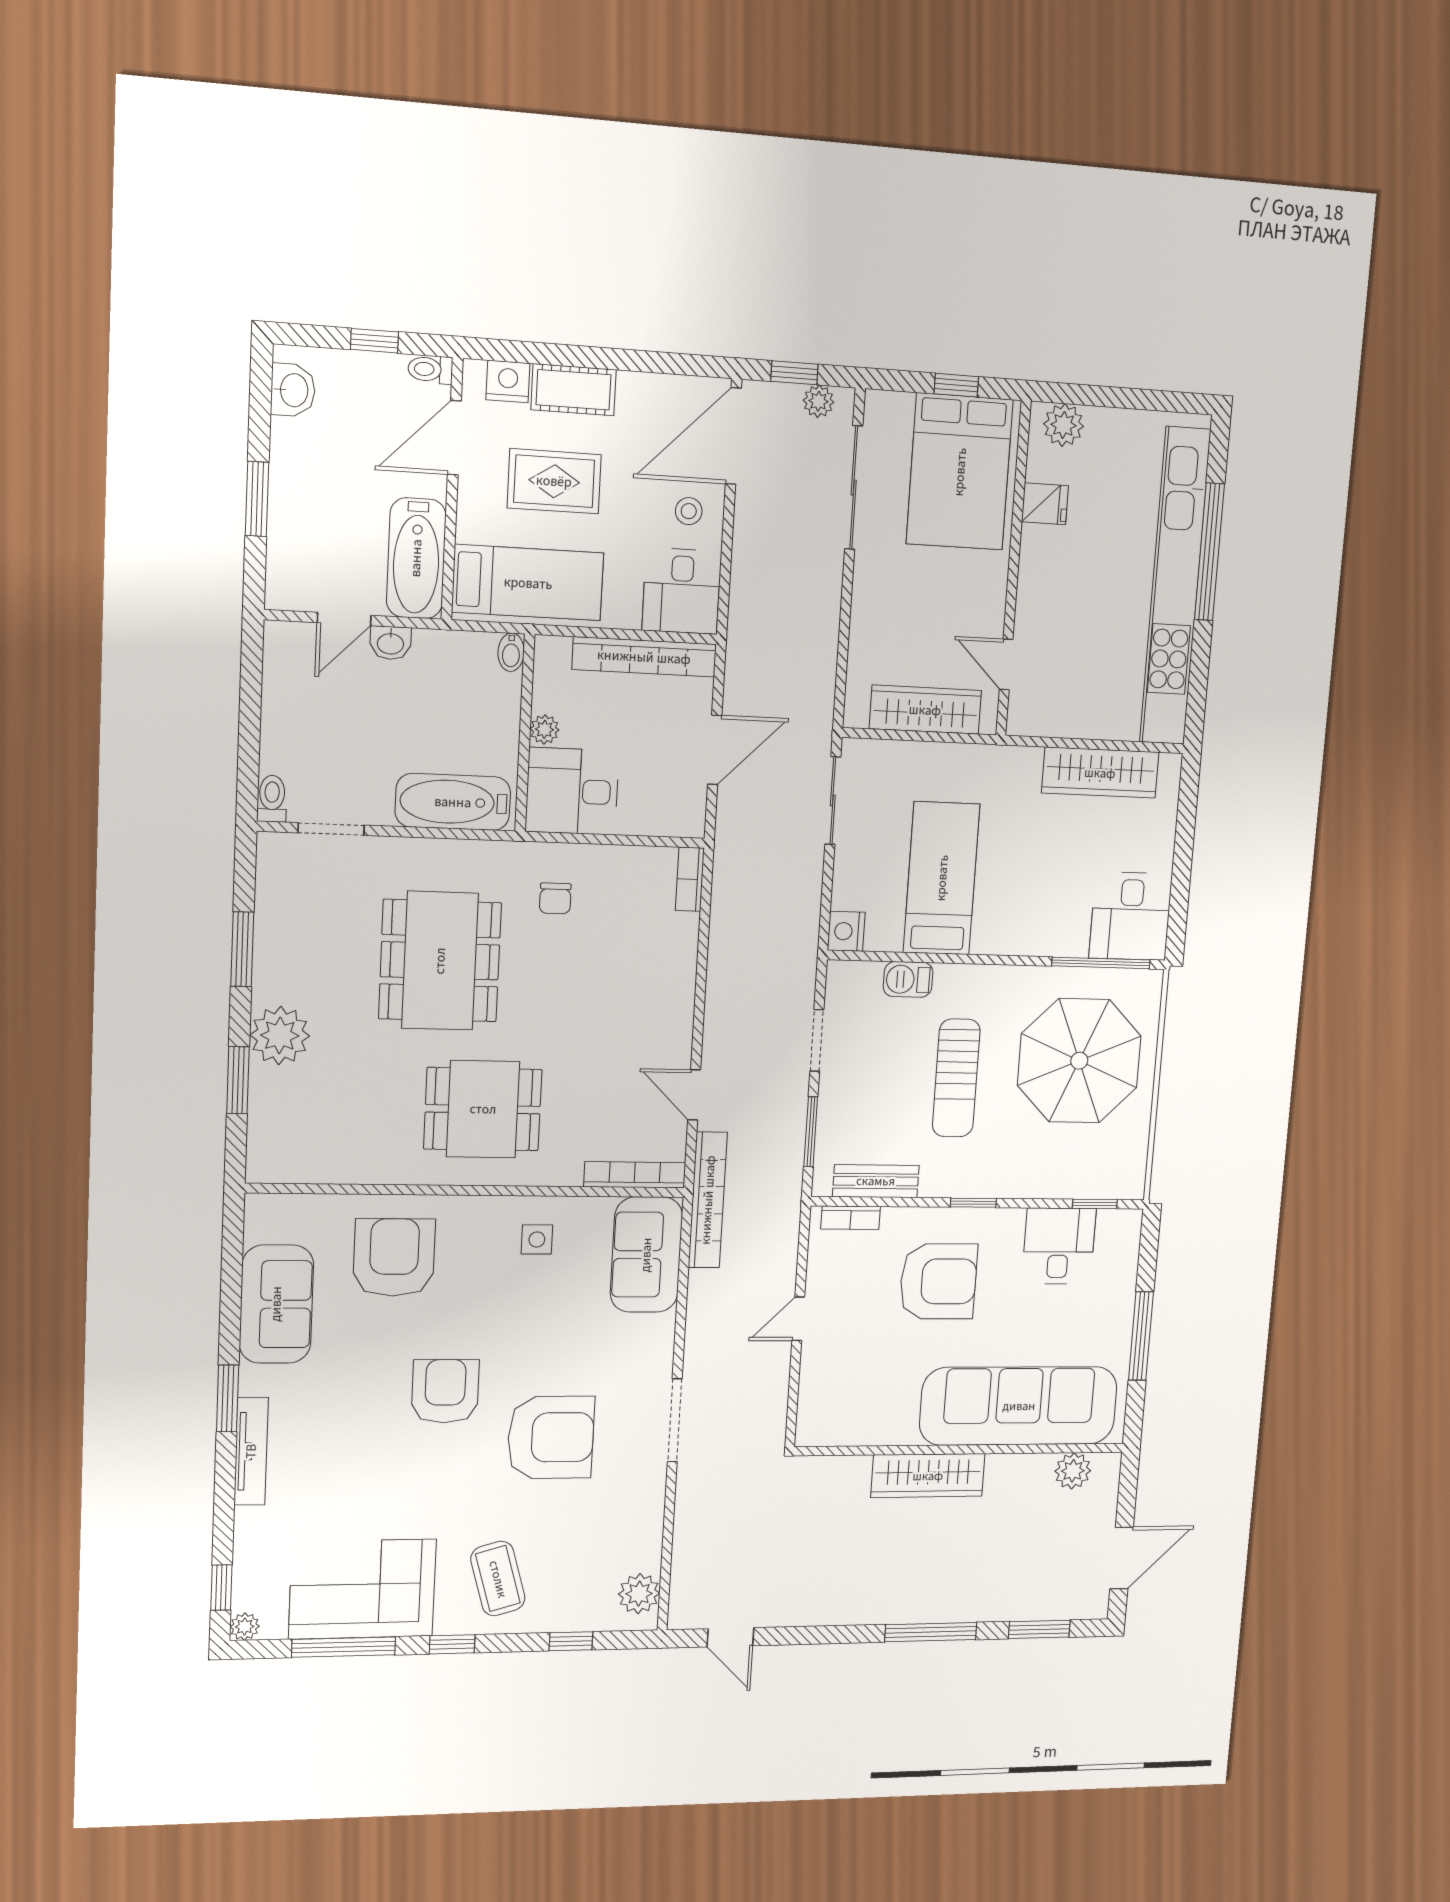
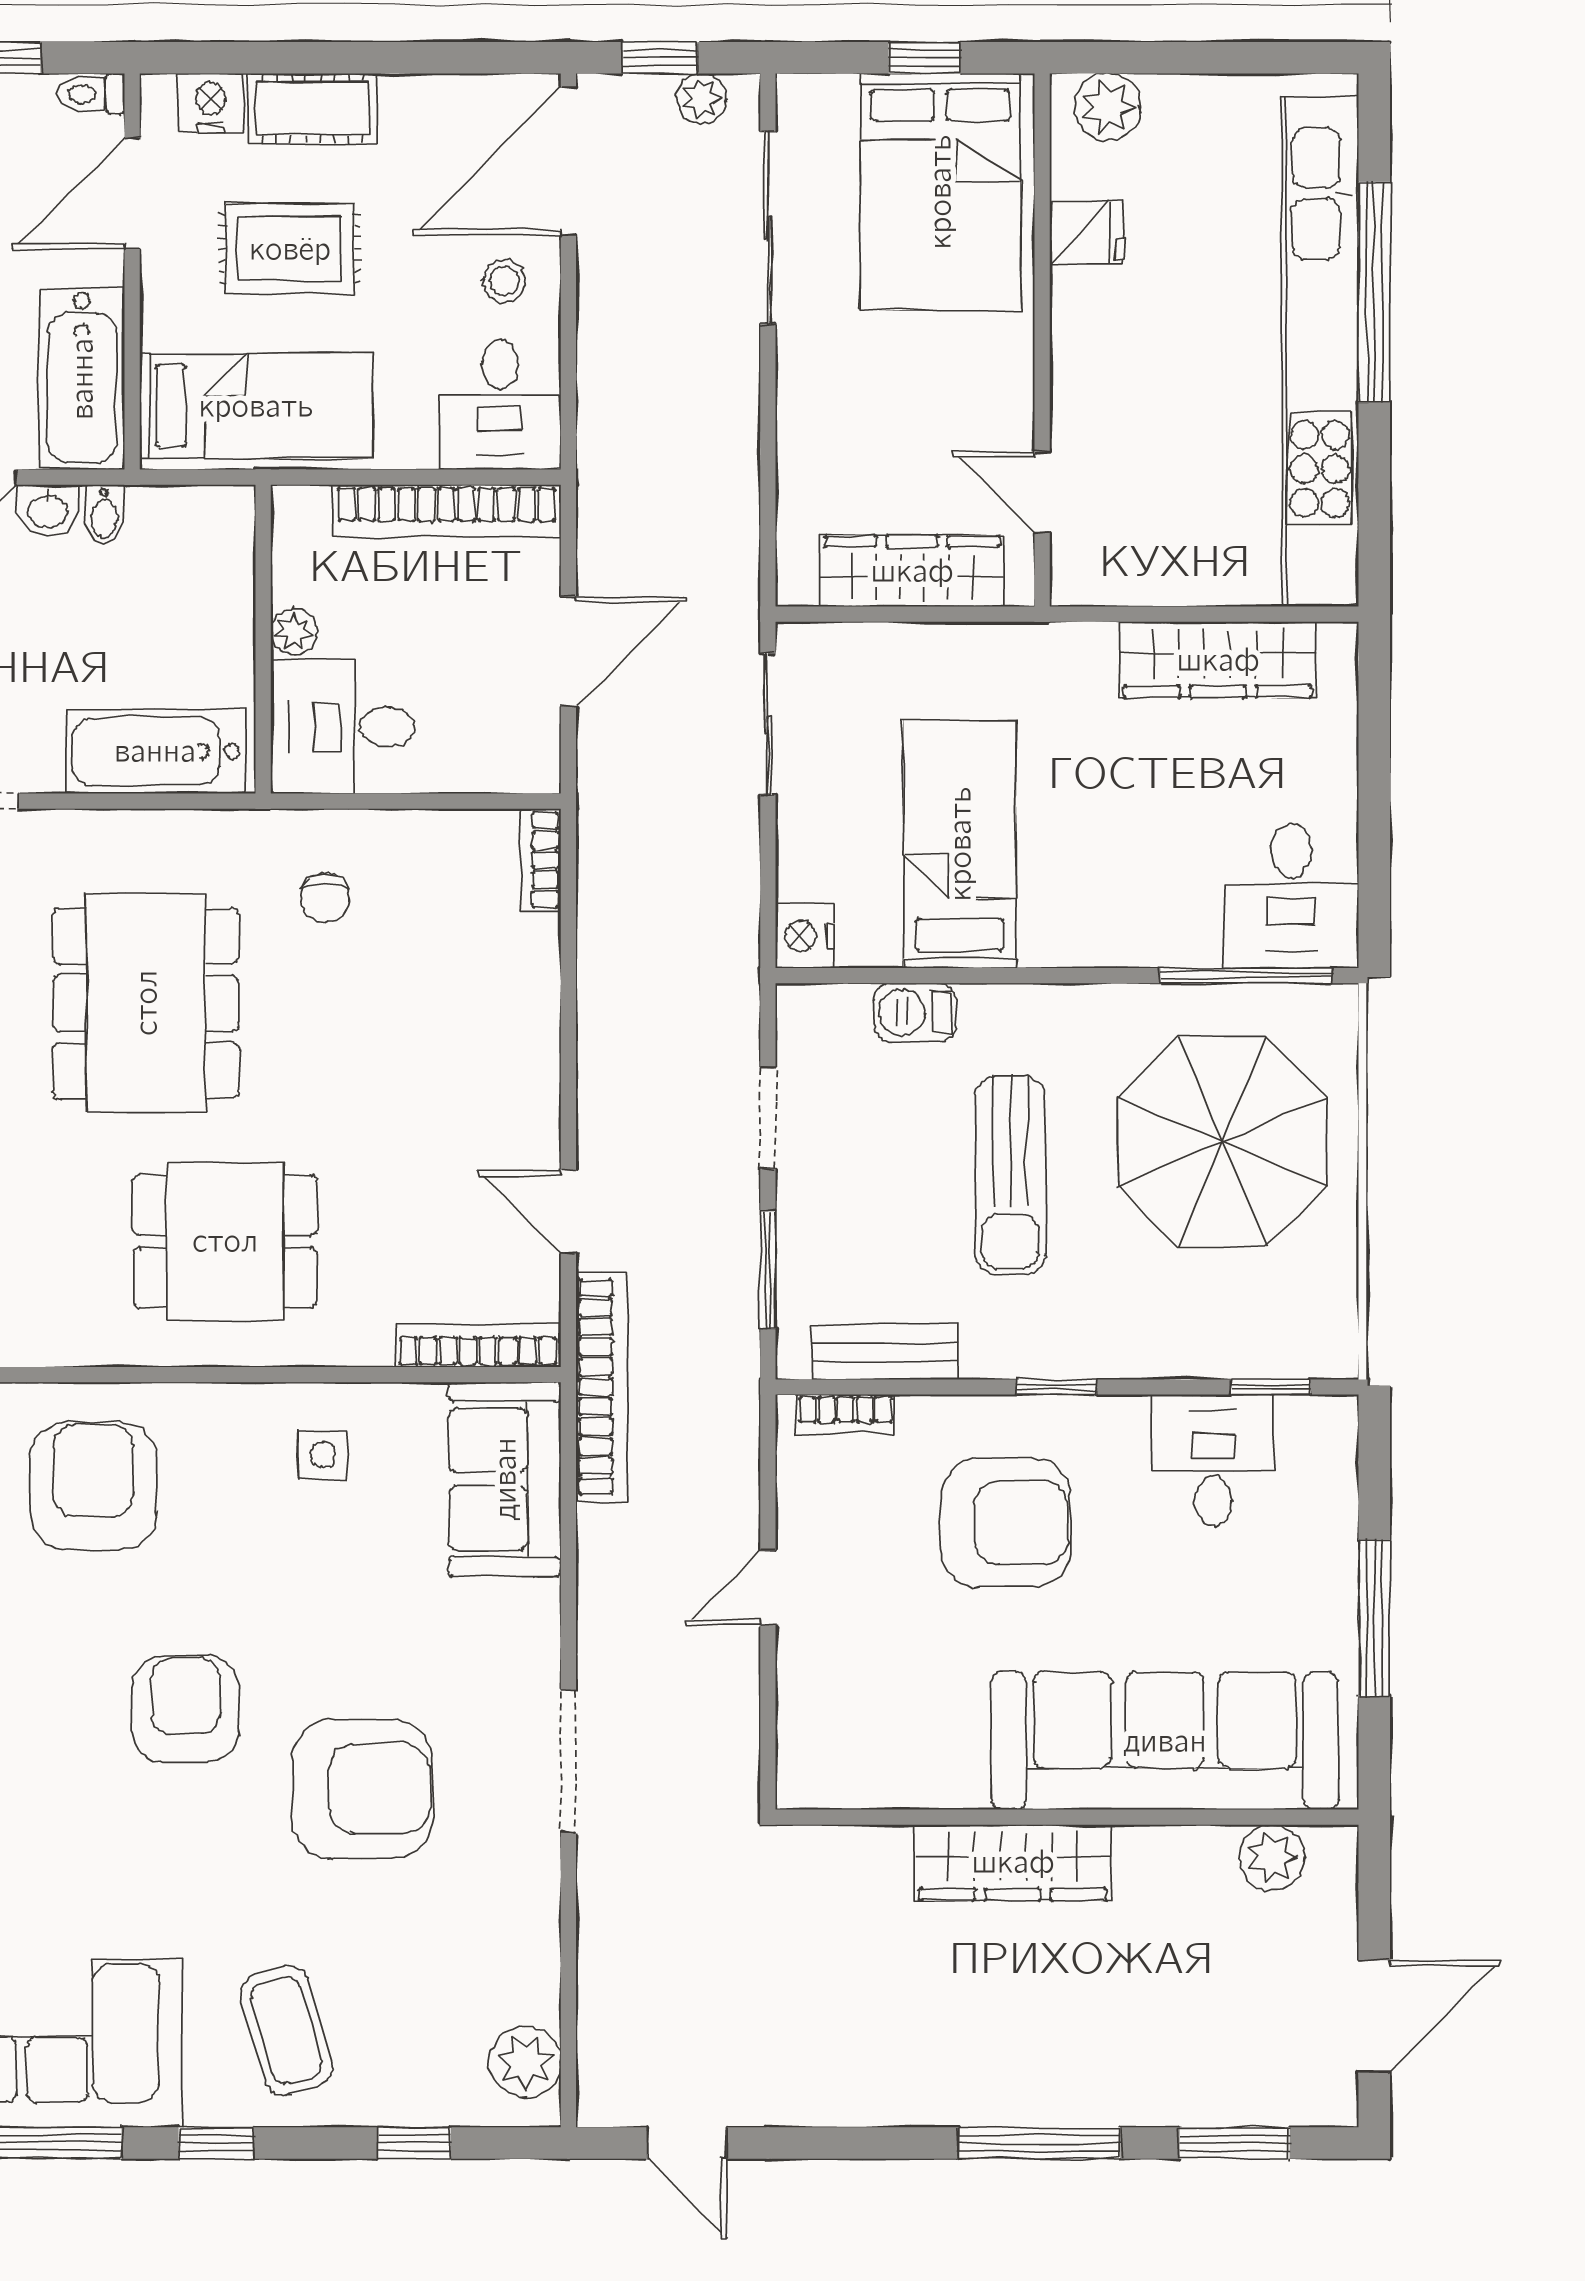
bidet: (511, 652) -> (104, 514), moved

